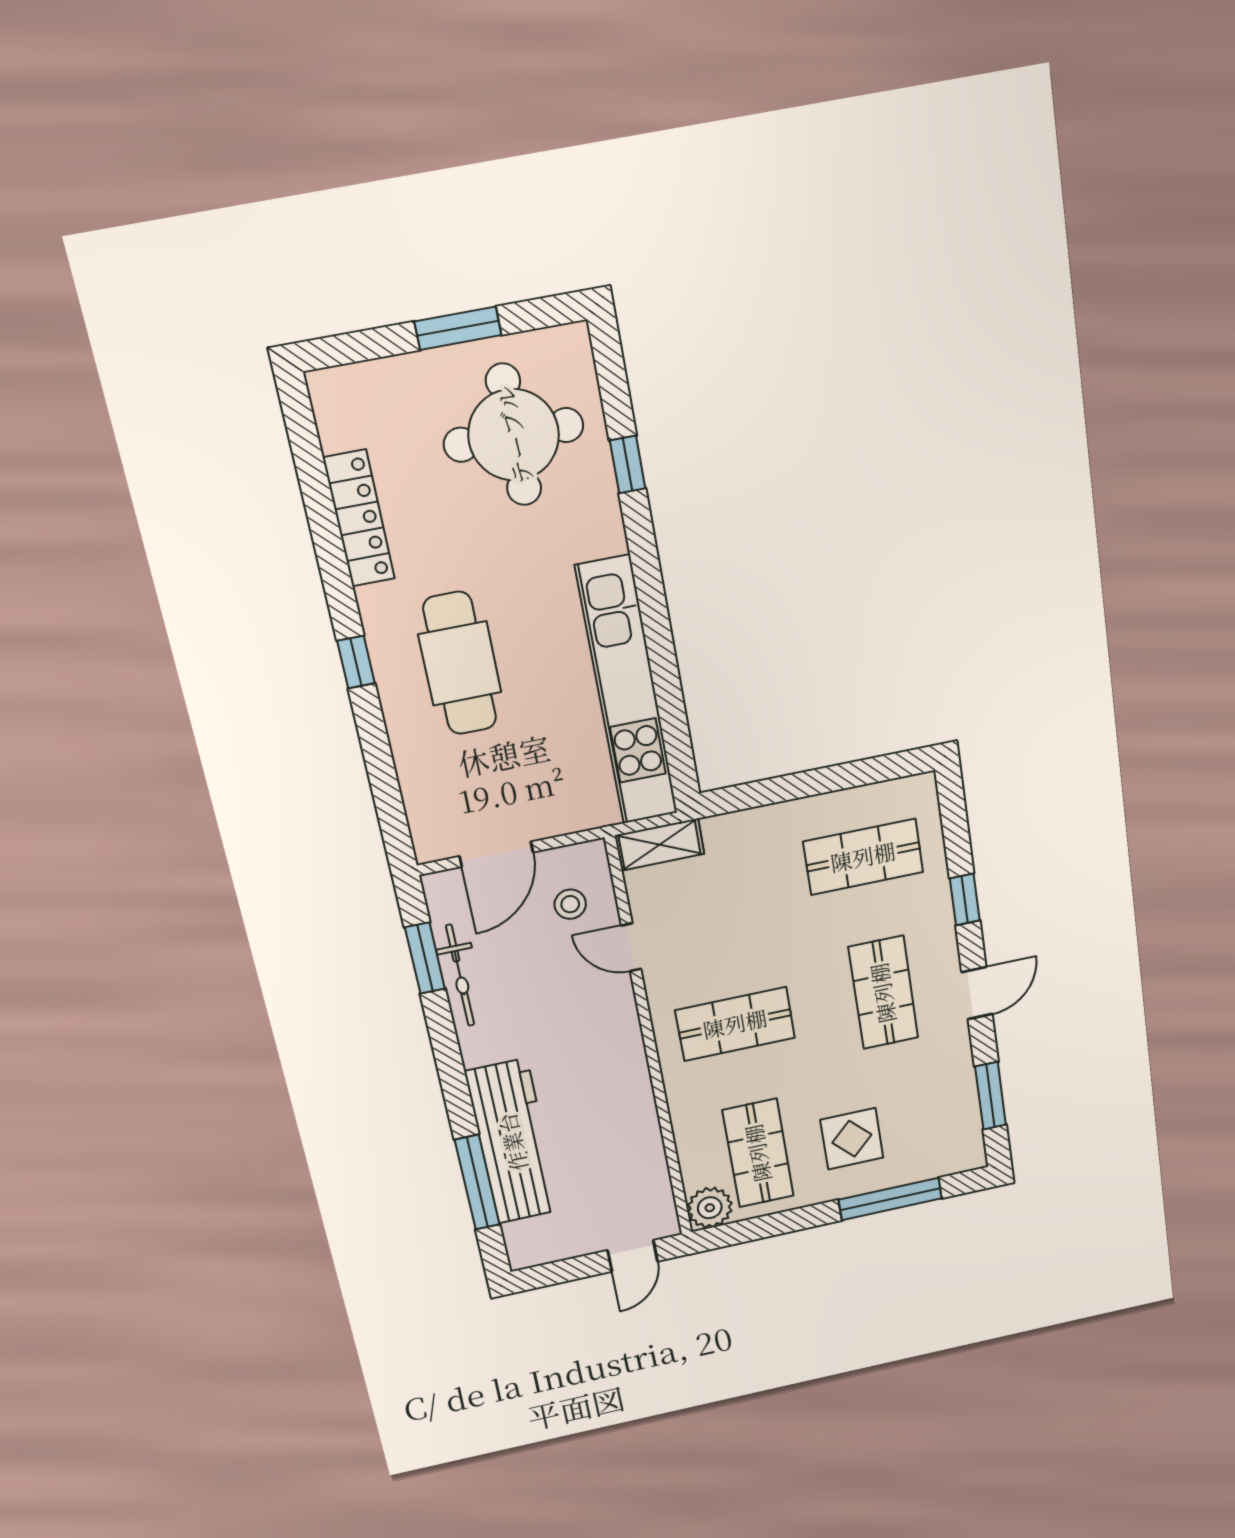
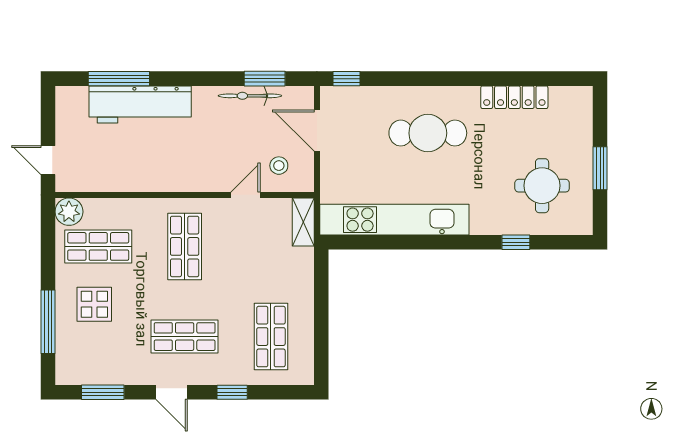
round table: (514, 435) -> (542, 186), width x0.73, depth x0.73
window: (356, 662) -> (347, 79), moved

